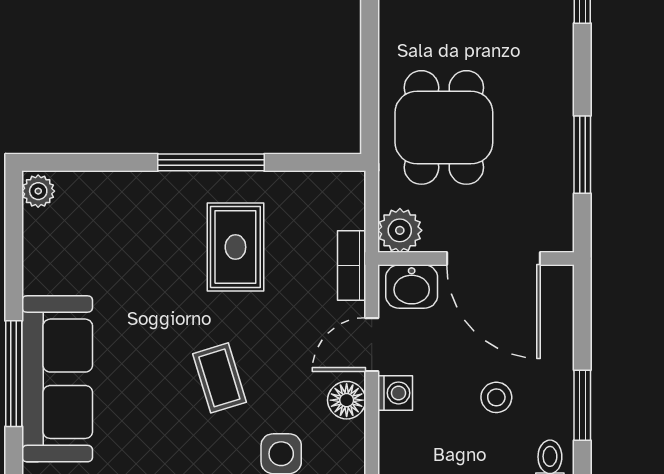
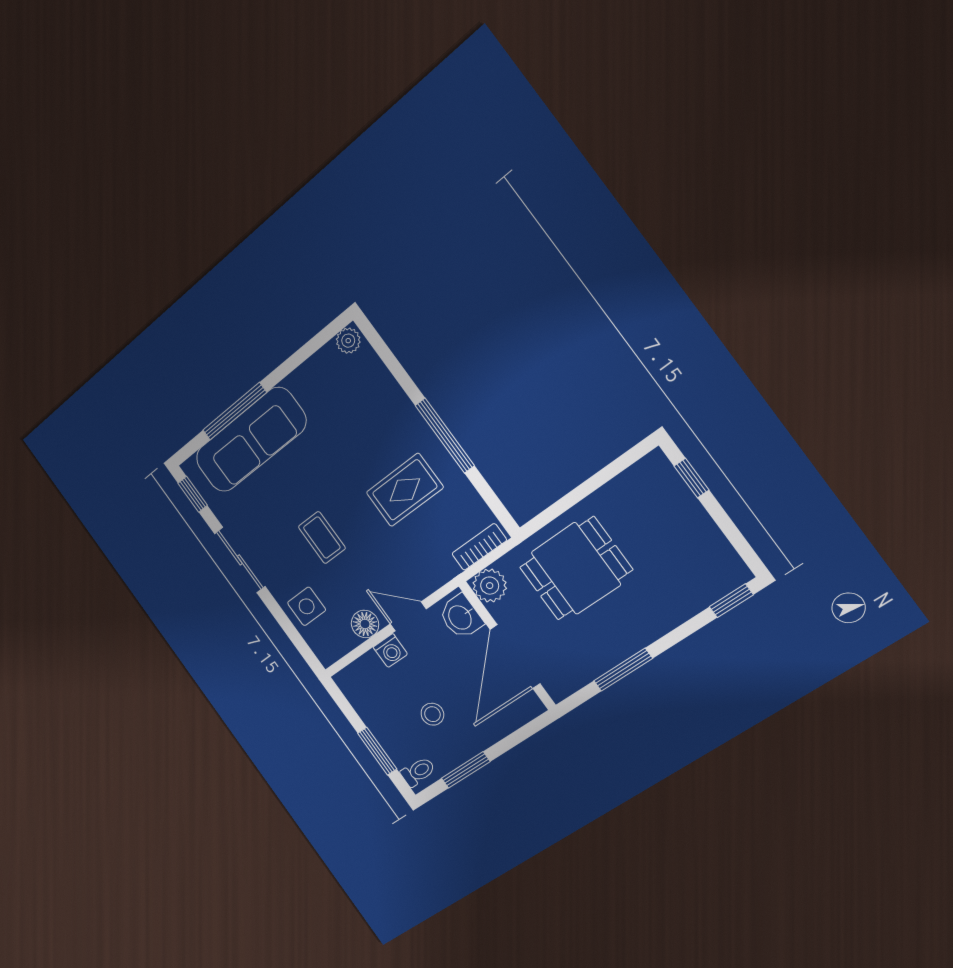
bookcase: (352, 266) -> (479, 547), moved
coffee table: (219, 378) -> (322, 538), turned -73

